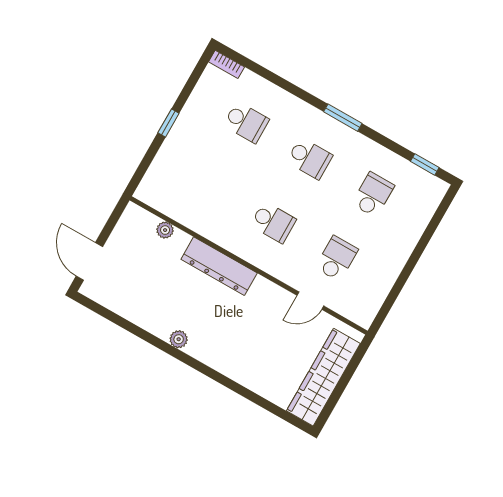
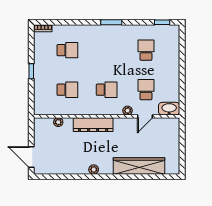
school desk: (310, 158) -> (67, 90), moved
plant: (288, 275) -> (128, 111), added
washbasin: (357, 311) -> (169, 109), added
wardrobe: (323, 377) -> (139, 166), moved, turned 90

